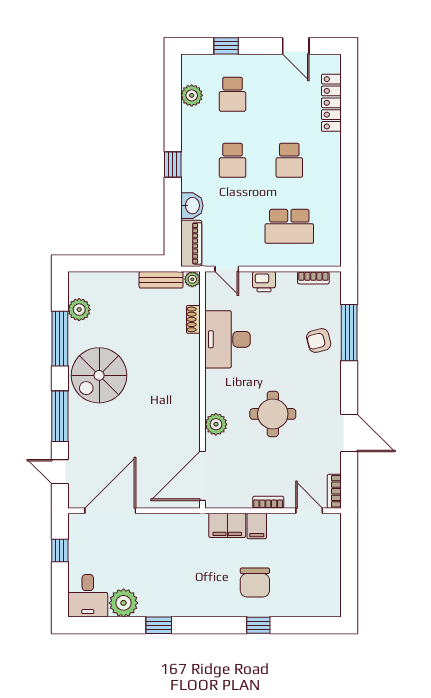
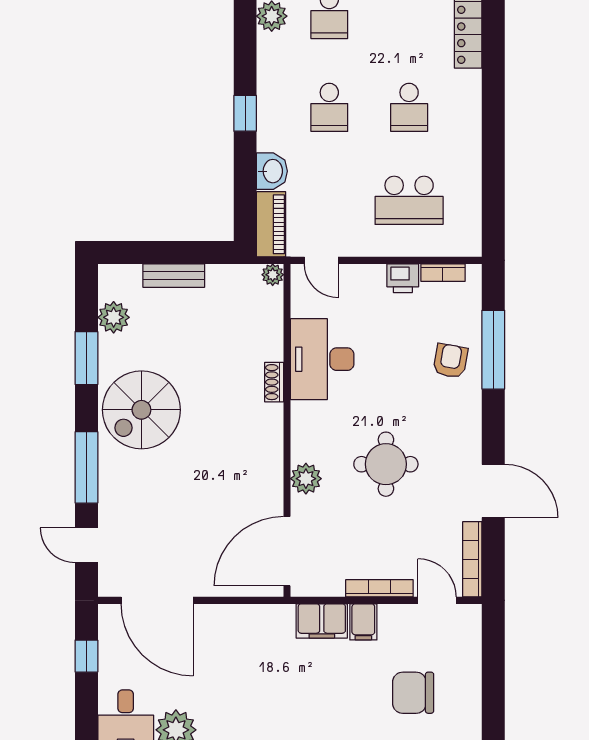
bench: (161, 280) -> (174, 276), moved
printer: (264, 282) -> (403, 278), moved
shoe rack: (193, 319) -> (274, 382), moved
window: (60, 339) -> (86, 358), width x0.69
armchair: (319, 341) -> (450, 361), turned 114
bookcase: (334, 491) -> (472, 559), width x1.56
bookcase: (268, 502) -> (379, 588), width x1.56
door: (110, 511) -> (157, 600), swing flipped
chair: (255, 583) -> (413, 693), moved, turned 90

